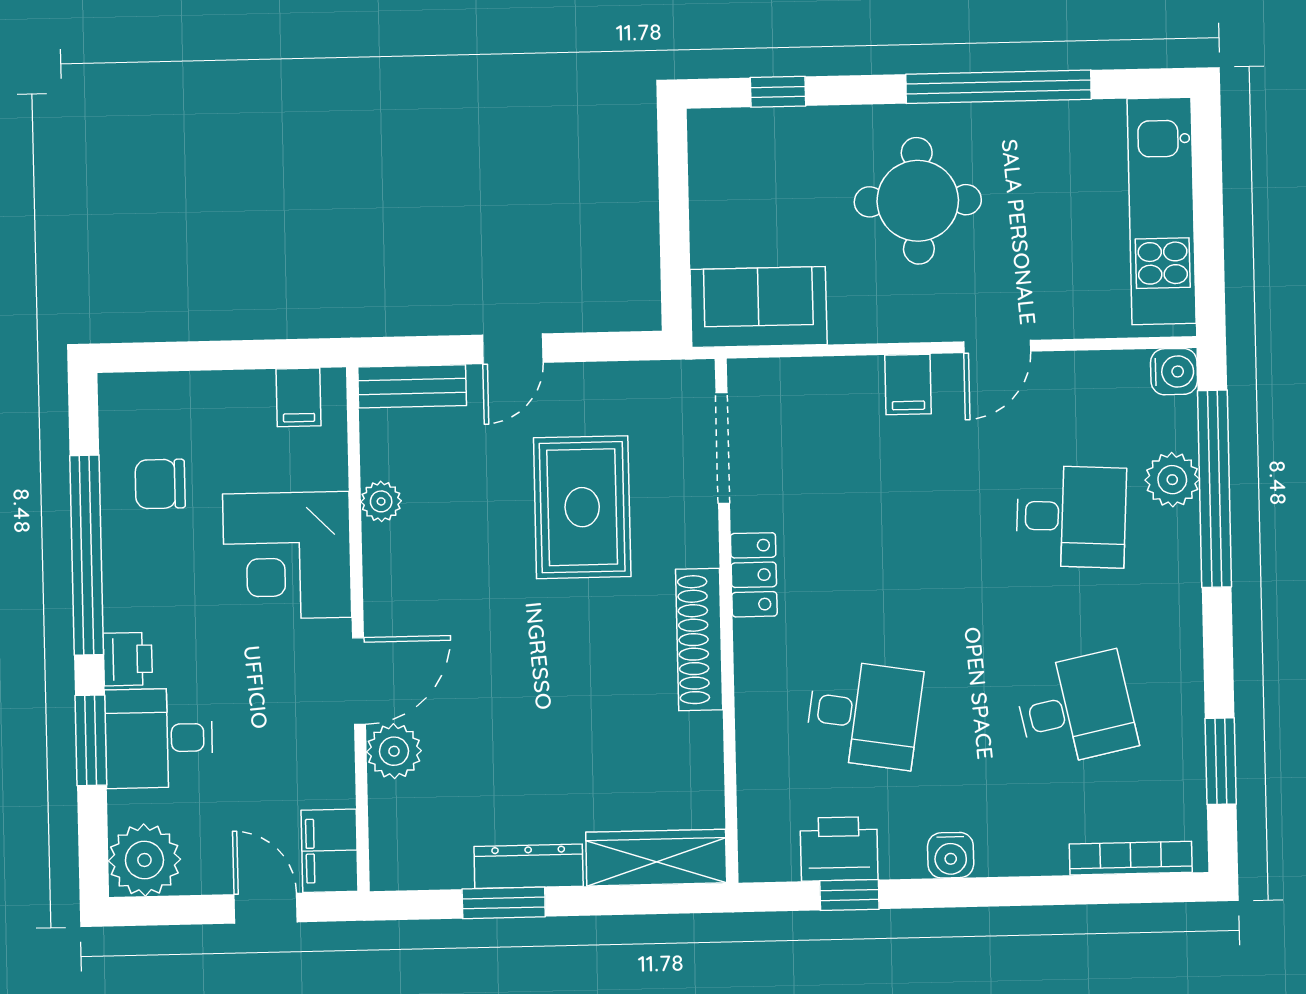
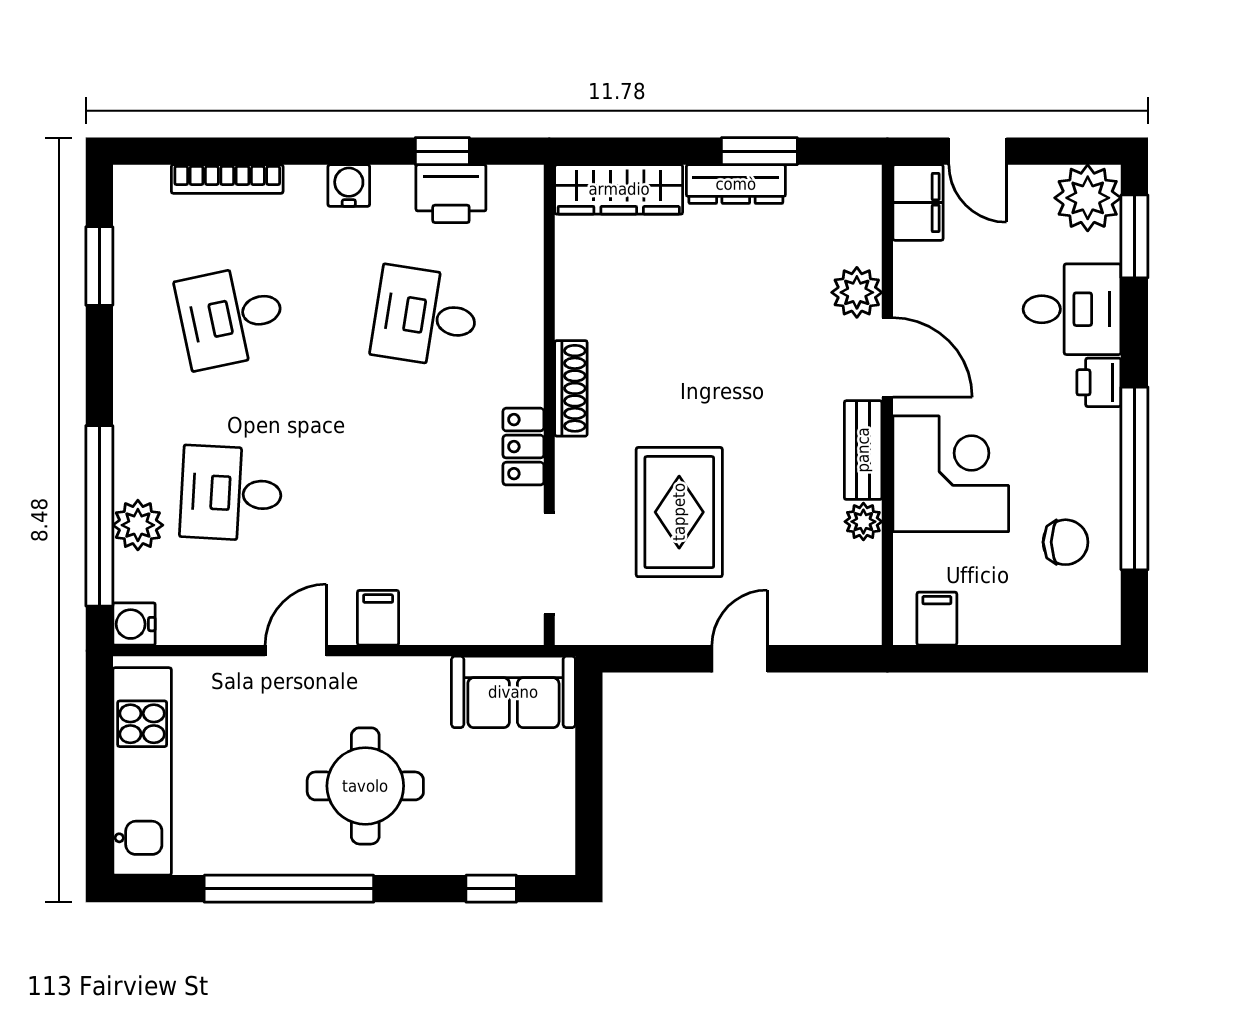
bench: (412, 386) -> (863, 450), moved, turned 90
shoe rack: (699, 640) -> (571, 388), width x0.74, depth x0.81
door: (359, 681) -> (887, 357), swing flipped
window: (91, 740) -> (1134, 236), moved
bookcase: (1131, 858) -> (227, 179), moved

